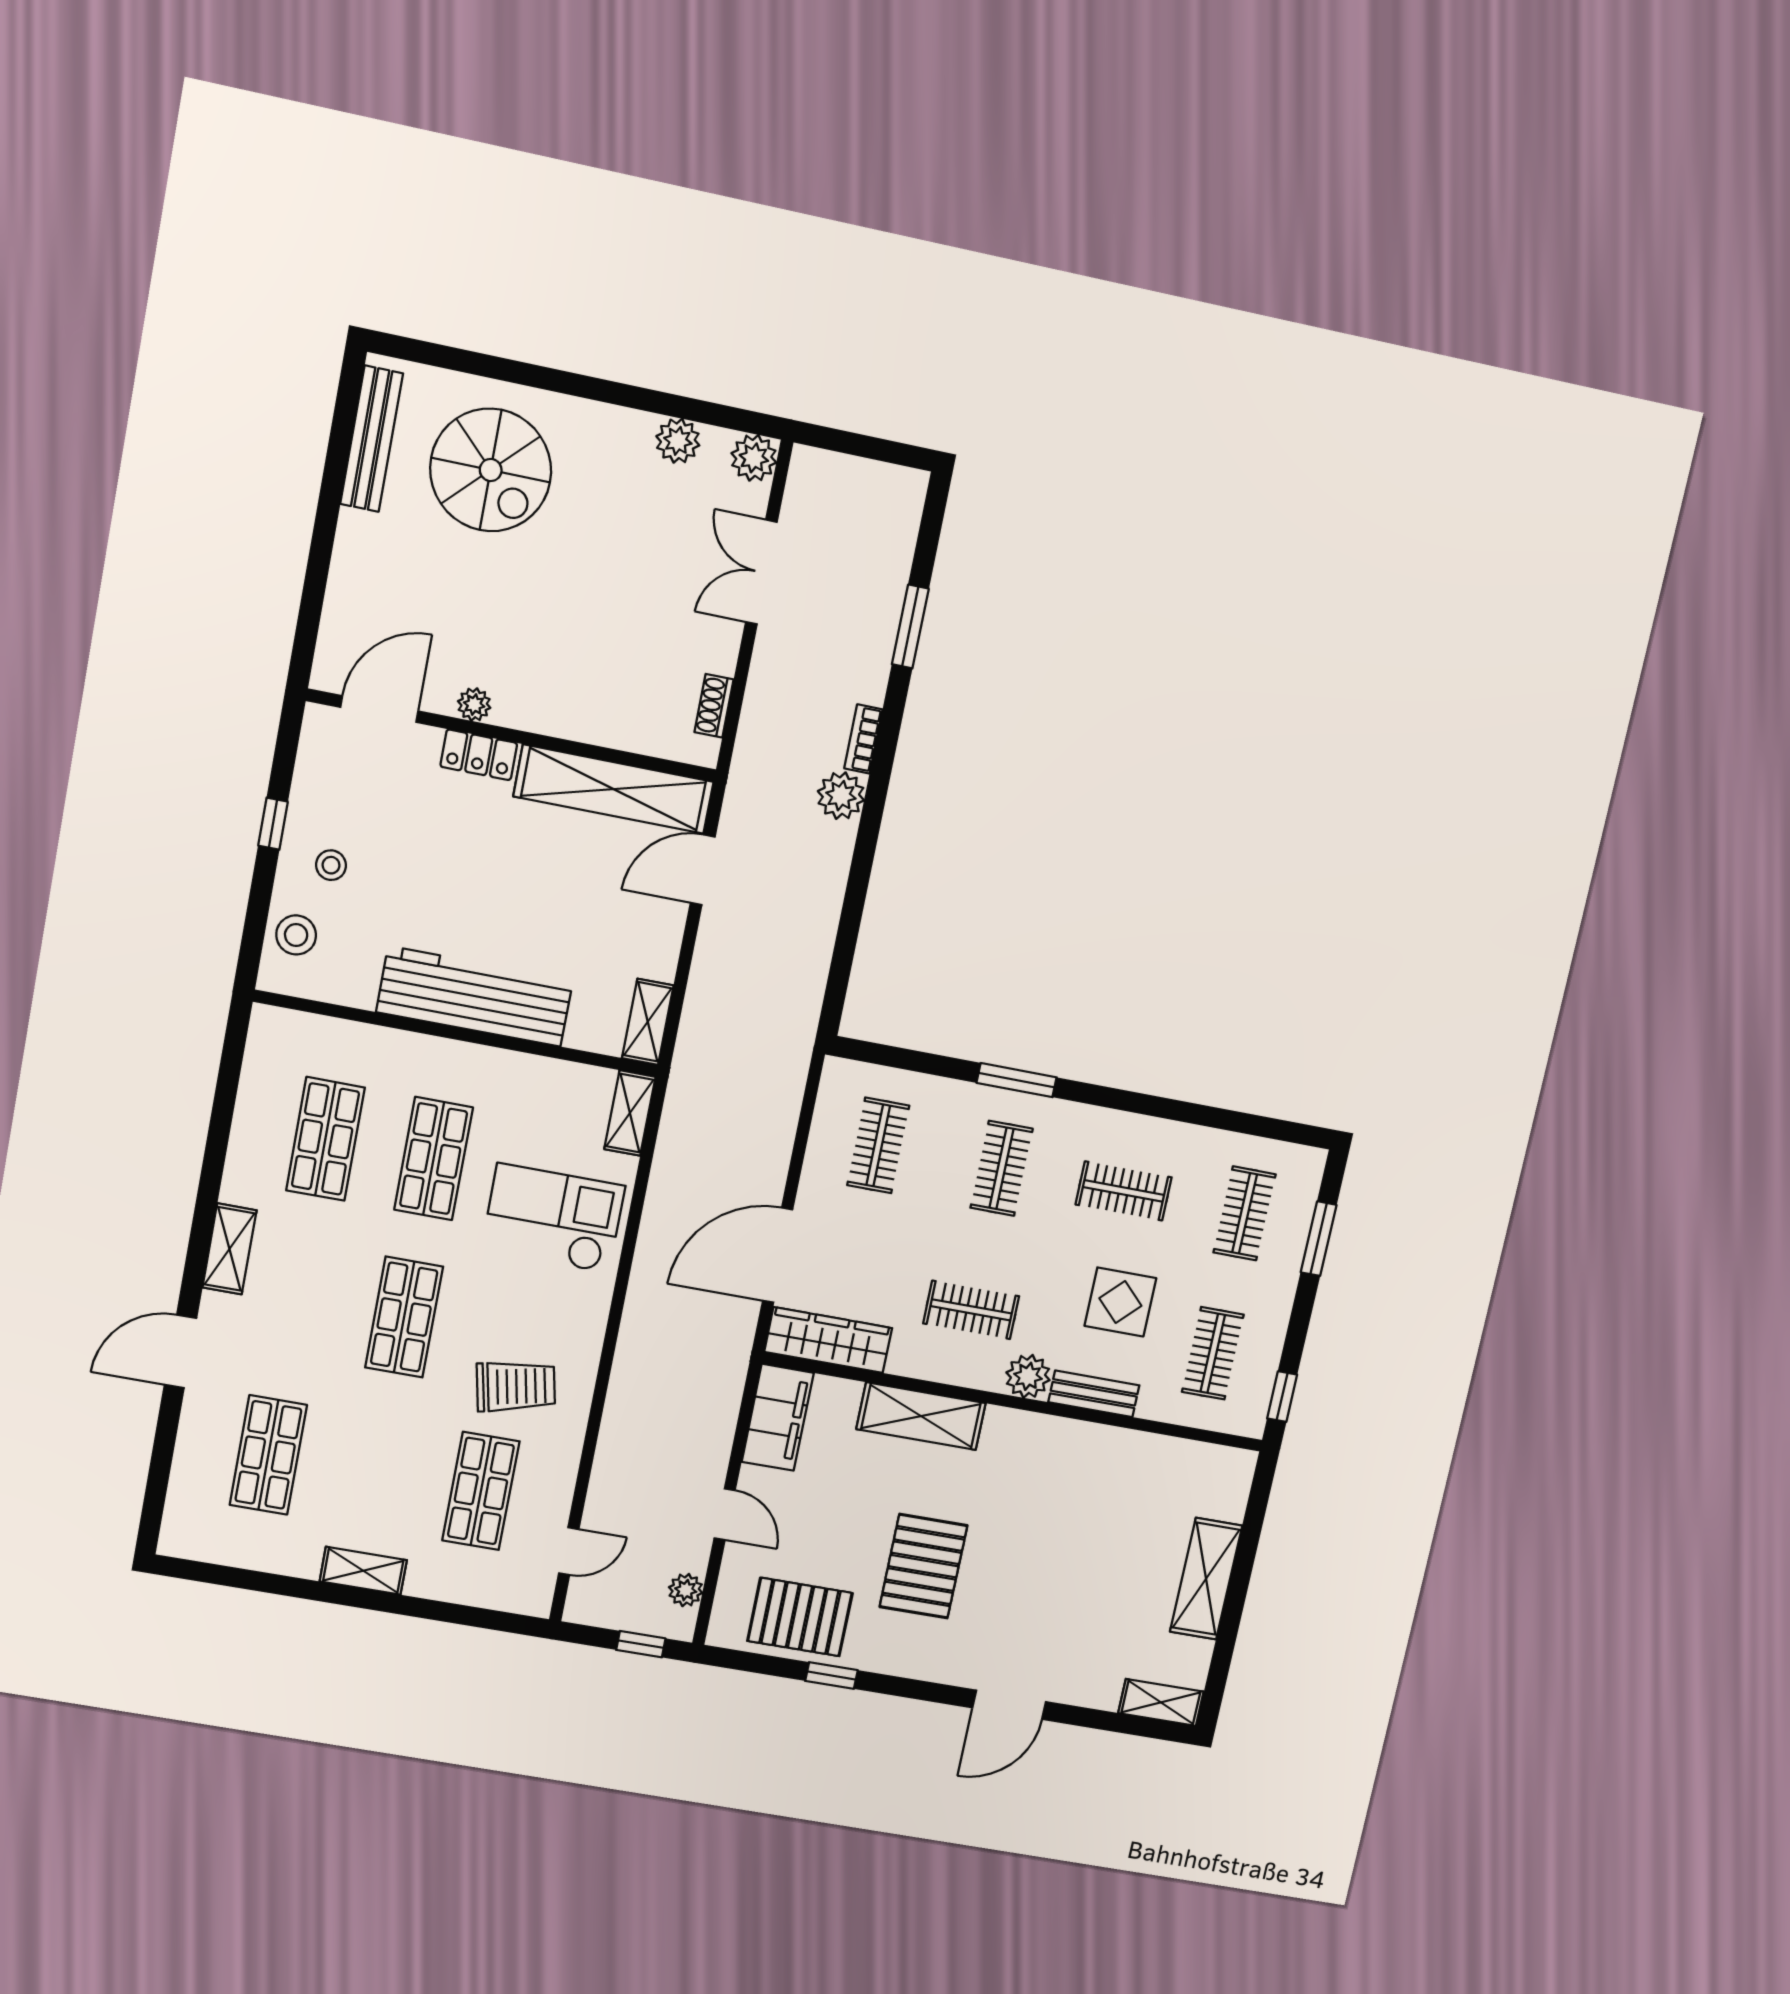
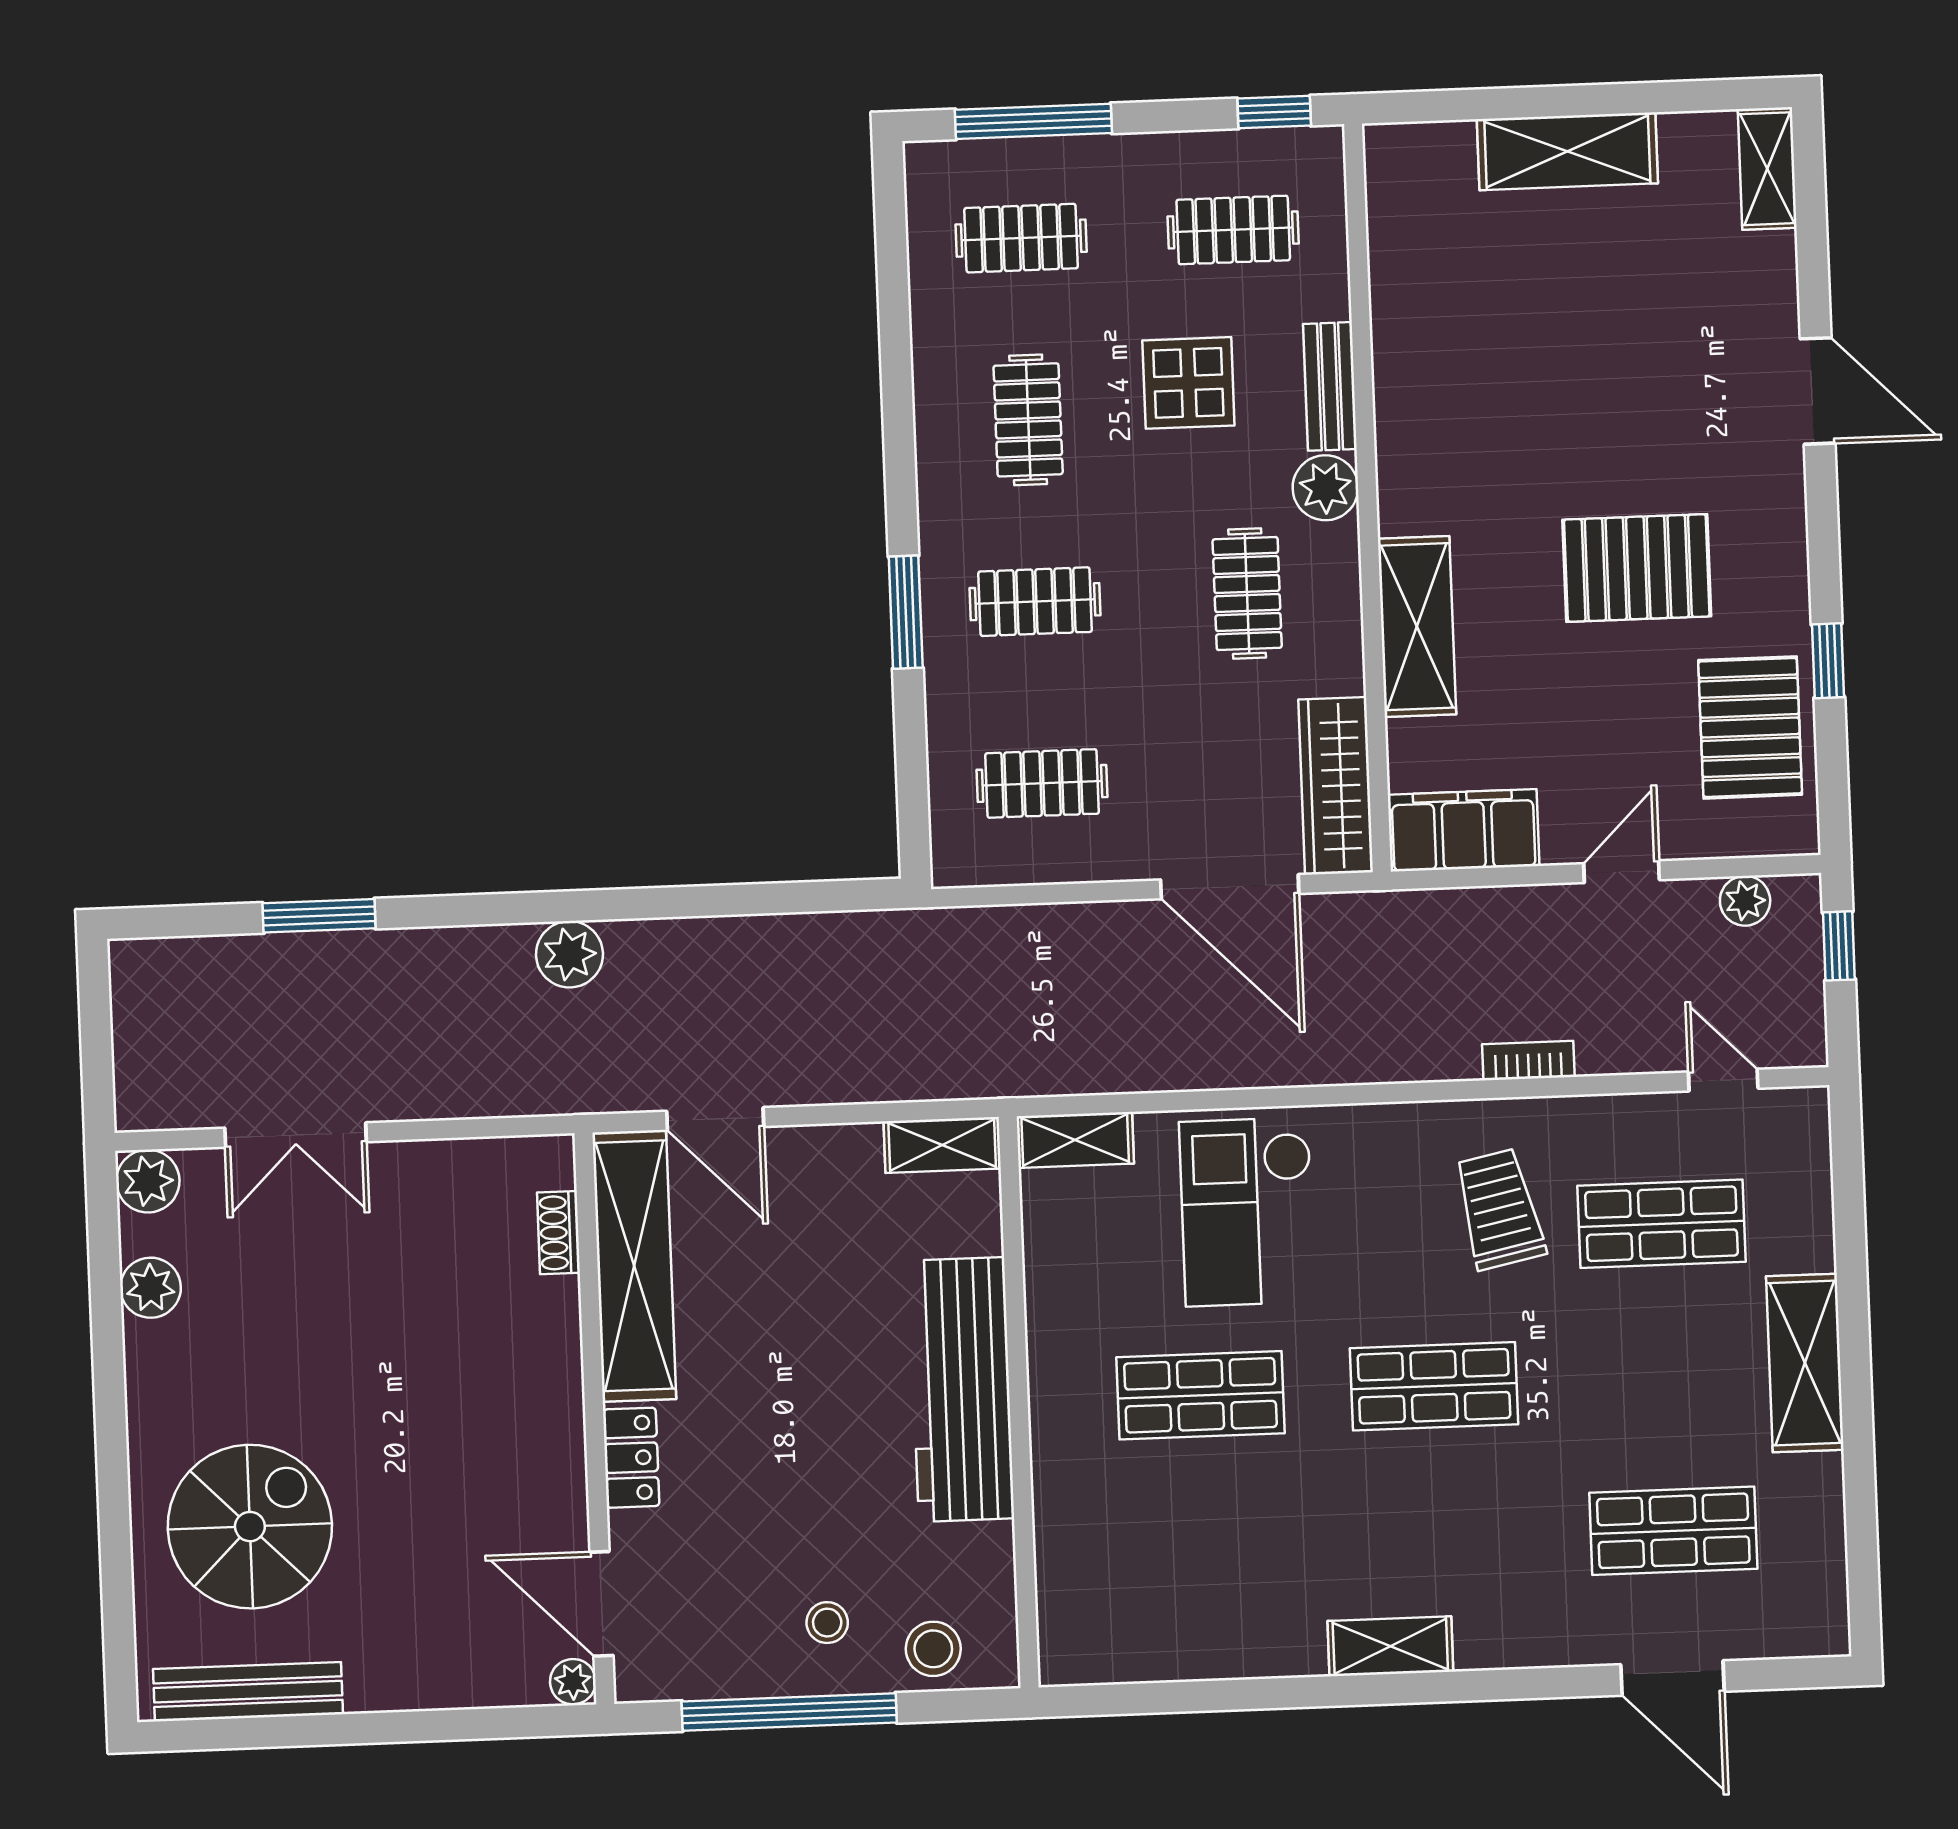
plant: (474, 704) -> (573, 1682), moved
shoe rack: (714, 706) -> (559, 1233), moved, turned 90
bookcase: (863, 739) -> (1528, 1061), moved, turned 180
window: (273, 824) -> (789, 1712), width x3.17
shop shelf: (325, 1139) -> (1206, 1549), removed
window: (1319, 1239) -> (1033, 121), width x1.44
door: (180, 1351) -> (1672, 1678), moved
shelving: (363, 1571) -> (1805, 1363), width x1.50, depth x1.33

